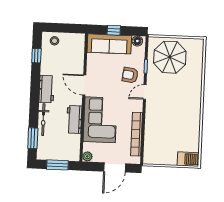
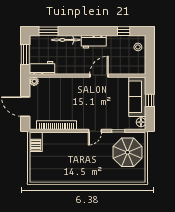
armchair: (130, 75) -> (110, 117), removed
door: (145, 92) -> (95, 131), swing flipped
workbench: (74, 119) -> (42, 68), moved
corner sofa: (100, 120) -> (68, 91), removed
barbecue: (188, 159) -> (36, 142), moved

